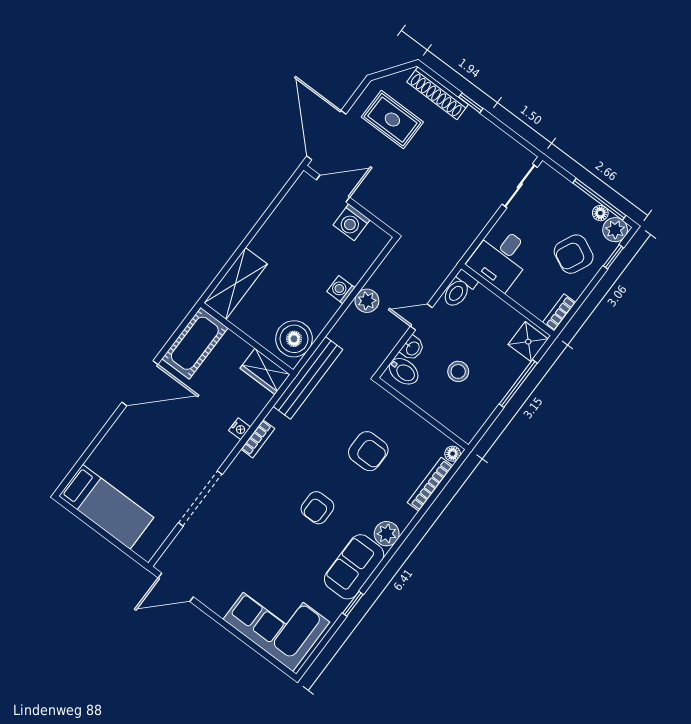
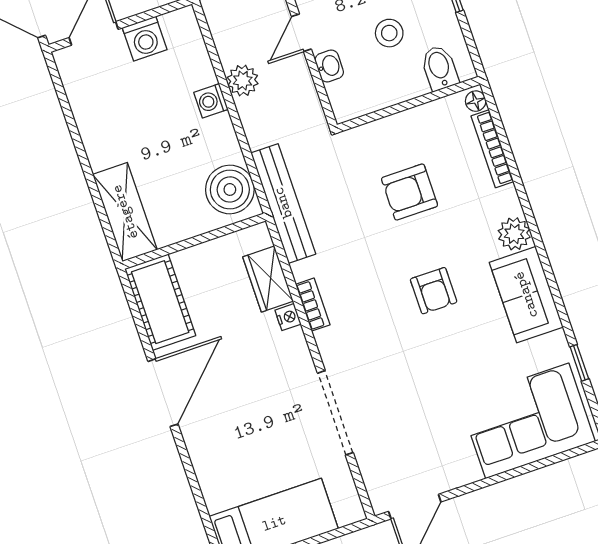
wardrobe: (265, 371) -> (268, 279), moved, turned 90
bidet: (404, 371) -> (440, 68), moved, turned -90
armchair: (368, 451) -> (409, 192), turned 180
window: (353, 604) -> (579, 363), moved

